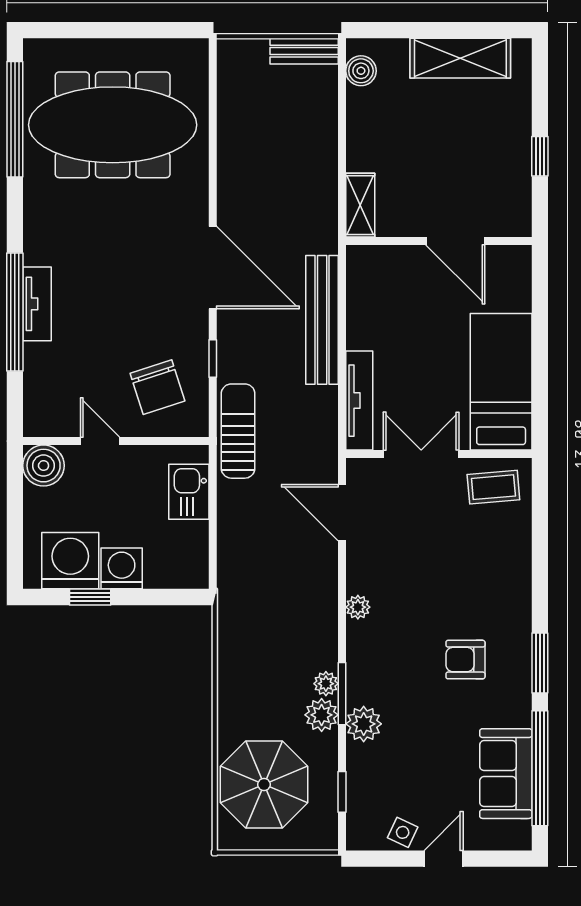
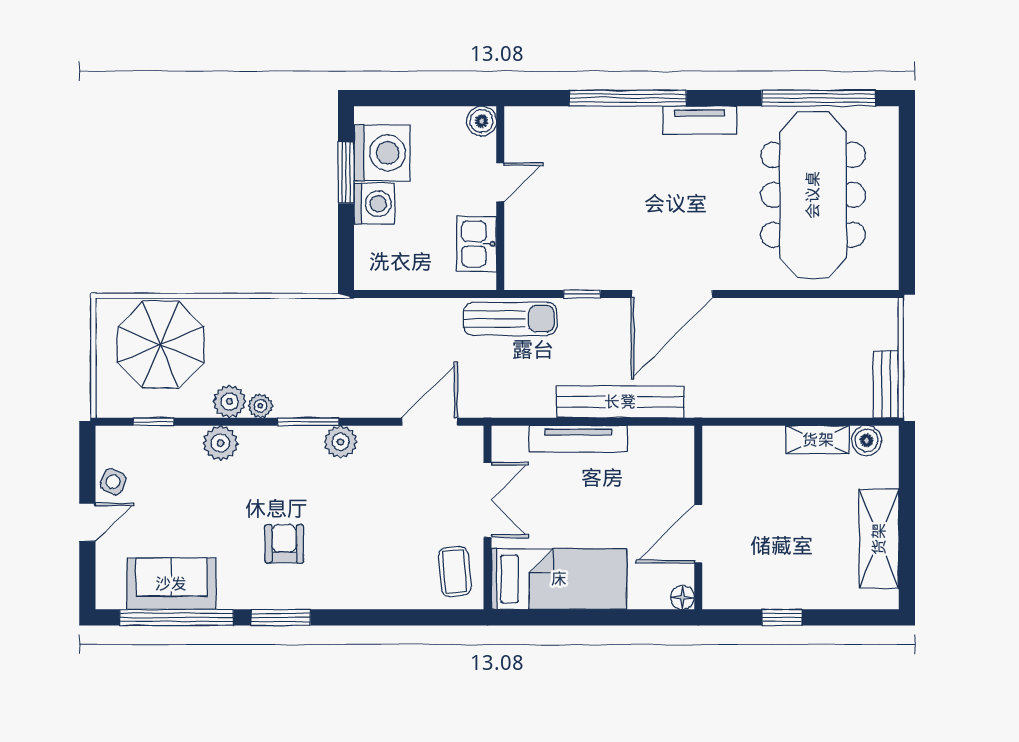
shelving: (360, 205) -> (818, 440), moved
floor lamp: (520, 257) -> (682, 598), added
tv unit: (37, 304) -> (700, 120), moved
chair: (157, 387) -> (554, 239), removed
tv unit: (359, 401) -> (578, 439), moved
boiler: (44, 466) -> (482, 121), width x0.73, depth x0.73
kitchen sink: (189, 492) -> (477, 244), moved, turned -90
window: (90, 597) -> (346, 173), width x1.50
plant: (358, 607) -> (341, 442), width x1.38, depth x1.38
window: (342, 694) -> (308, 422), moved
door: (444, 859) -> (87, 522), hinge flipped

